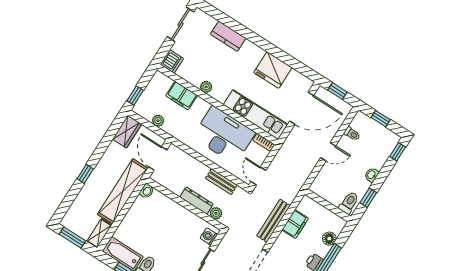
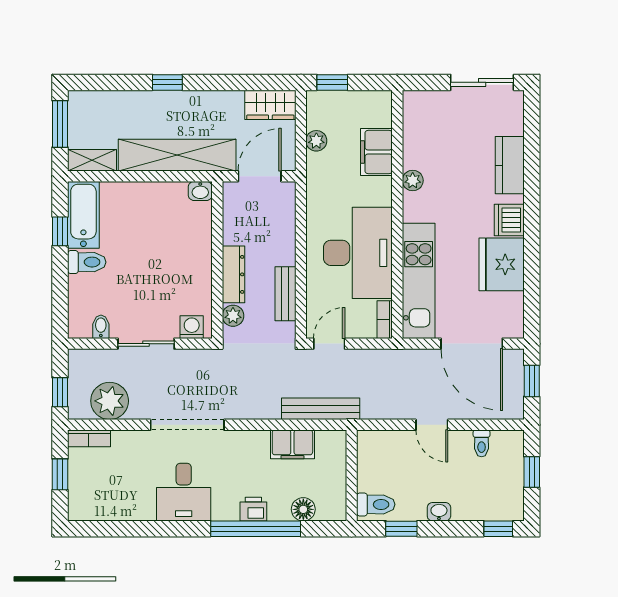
dishwasher: (172, 61) -> (509, 220), moved, turned 90
bench: (273, 221) -> (321, 409), moved

